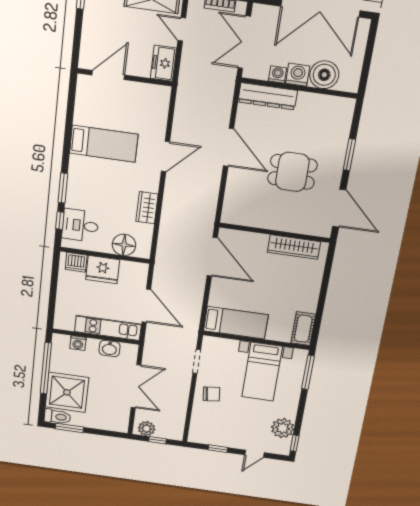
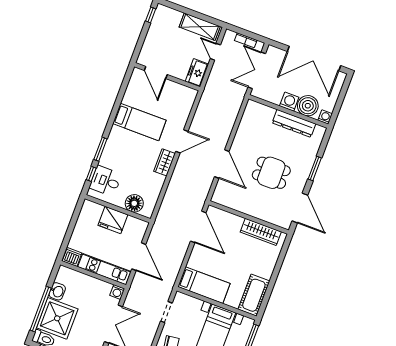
washing machine: (278, 74) -> (325, 117), moved
door: (108, 75) -> (156, 73), swing flipped
dresser: (268, 96) -> (294, 123), moved
door: (229, 147) -> (222, 164), moved
wardrobe: (147, 208) -> (164, 162), moved
dishwasher: (76, 262) -> (72, 257), moved, turned 180
cot: (303, 329) -> (254, 295), width x1.37, depth x1.34
washing machine: (78, 343) -> (117, 292), moved
washbasin: (110, 348) -> (57, 291), moved, turned -90
window: (46, 368) -> (41, 309), moved

